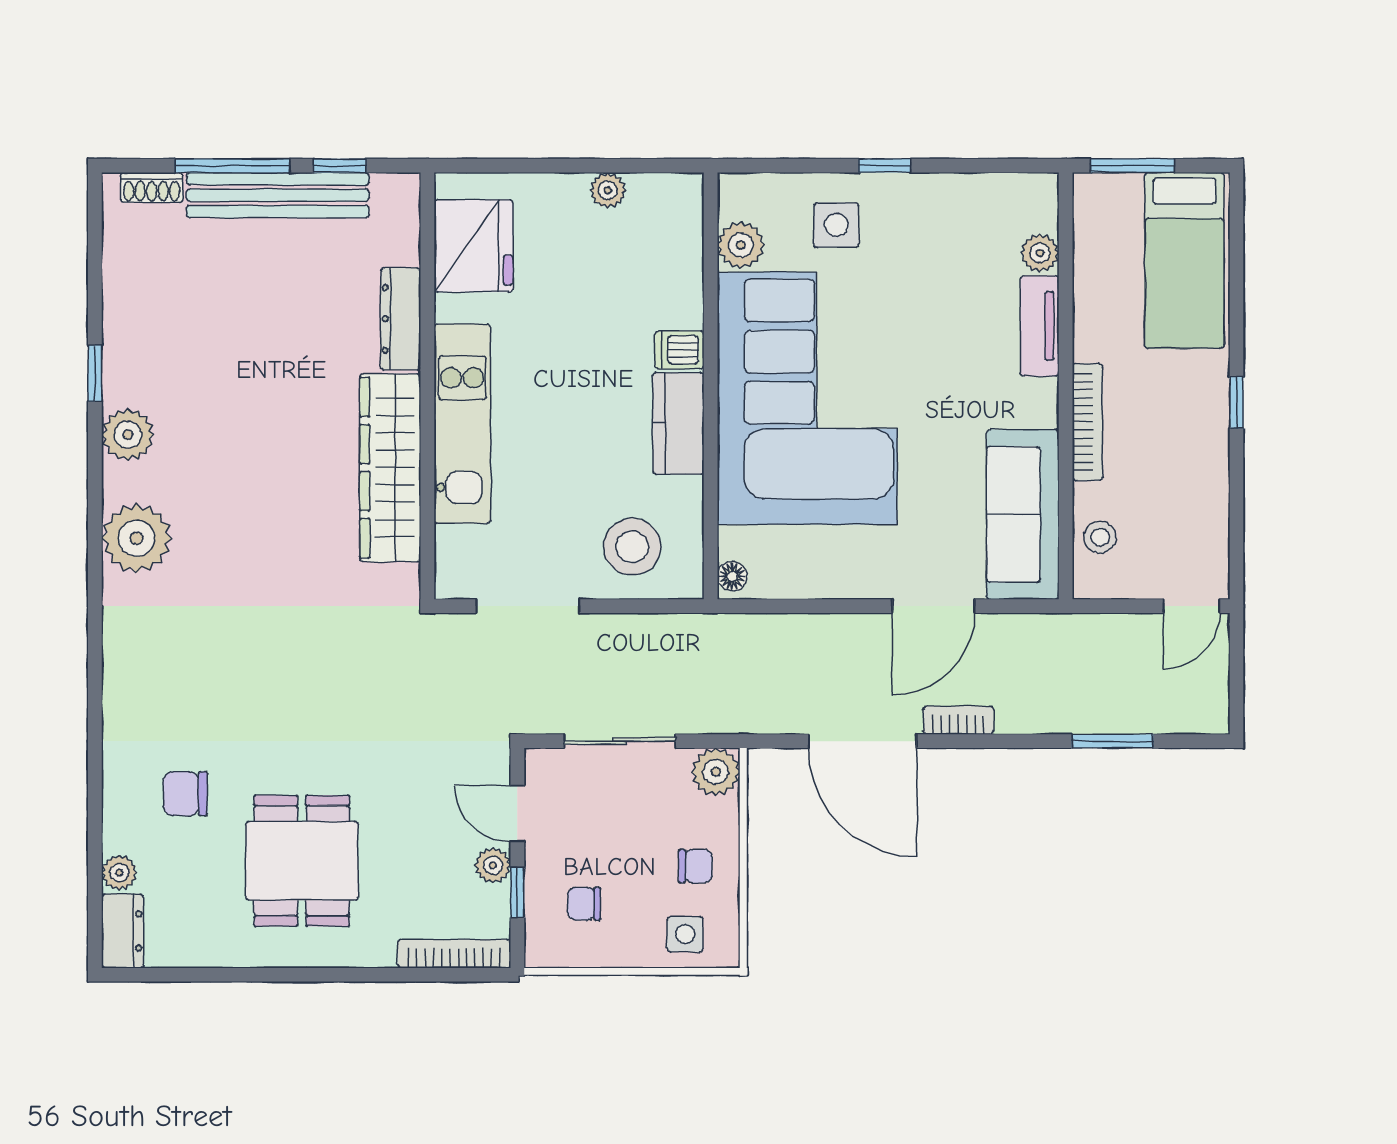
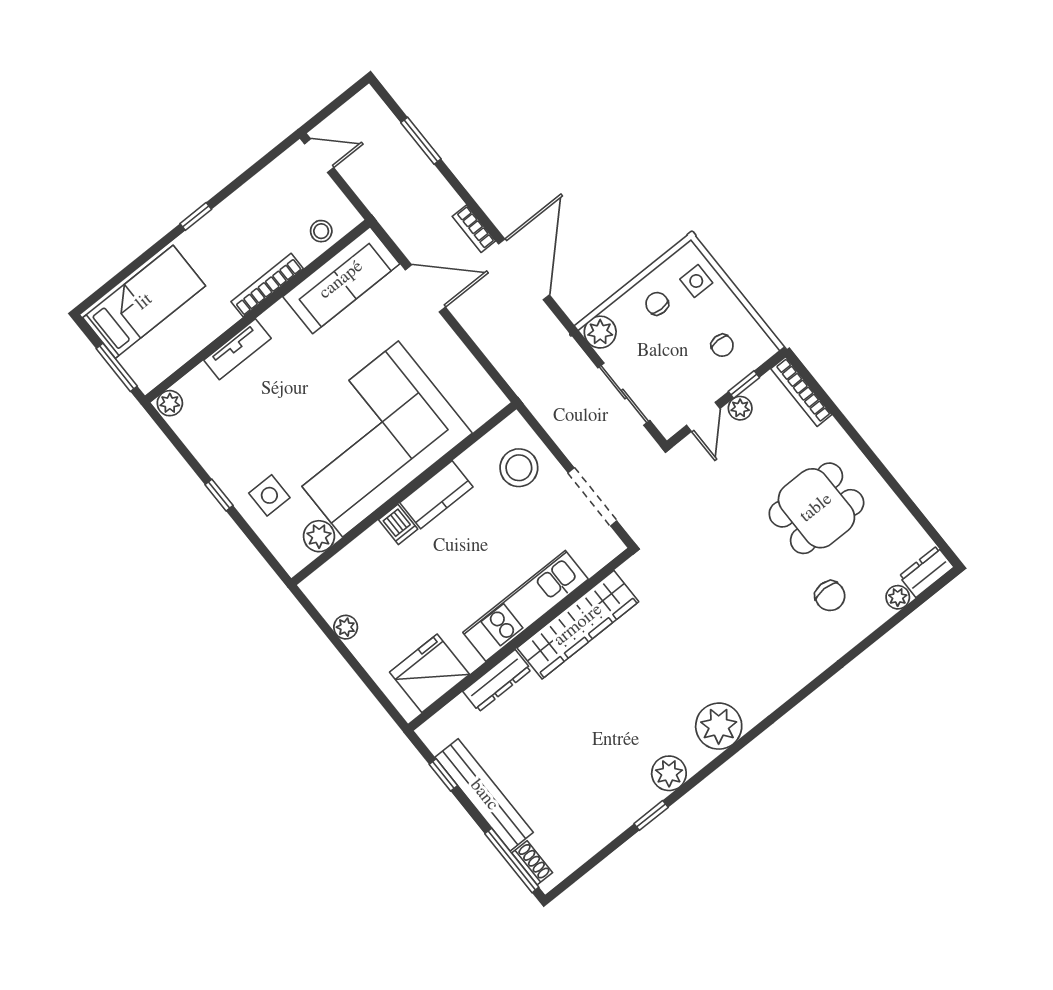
window: (232, 166) -> (512, 860), moved
plant: (1040, 253) -> (170, 403), moved
floor lamp: (732, 576) -> (493, 404), removed

